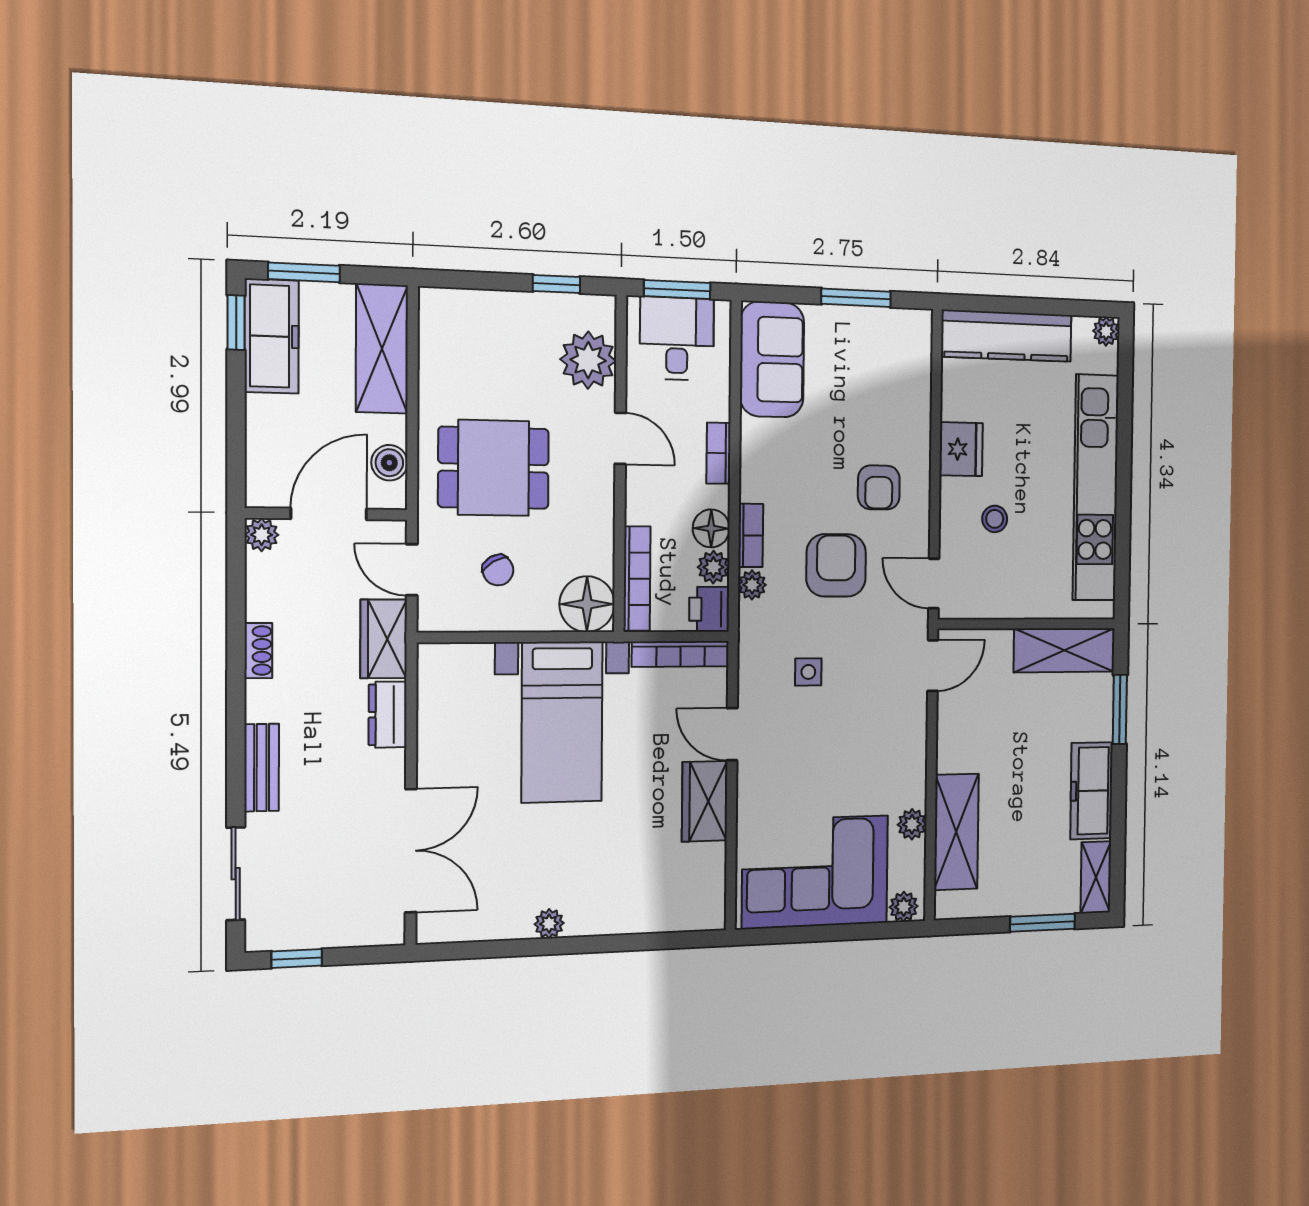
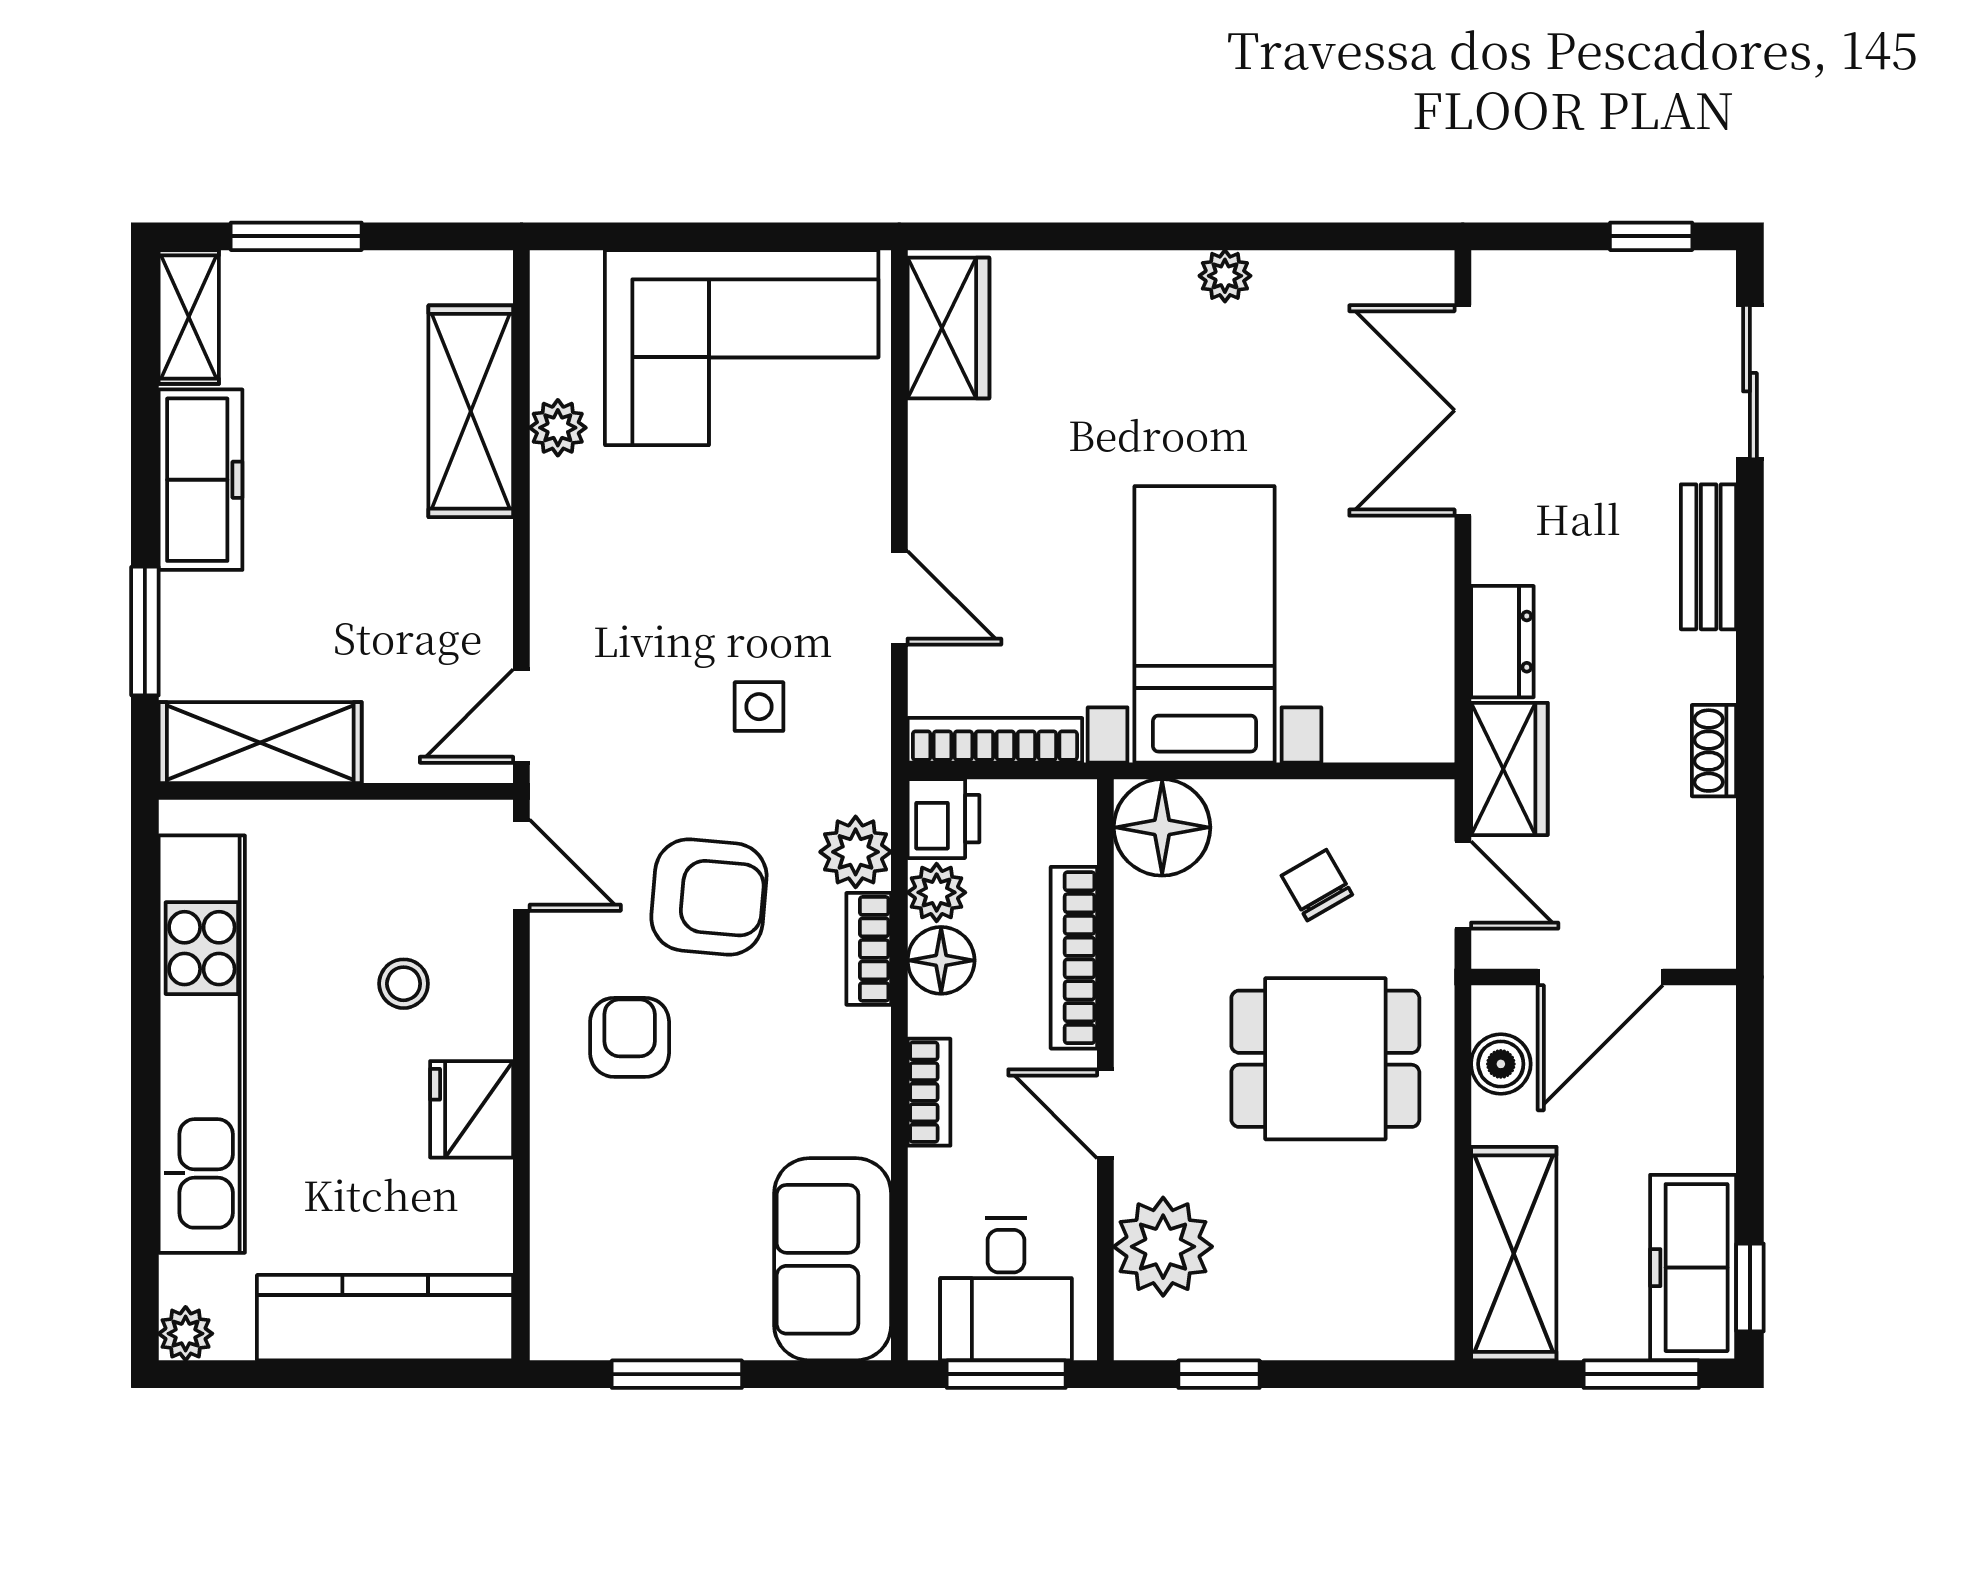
plant: (262, 535) -> (1709, 941), removed
armchair: (836, 565) -> (709, 897), turned -85
bookcase: (637, 579) -> (1074, 958), moved
plant: (752, 585) -> (856, 852), width x1.38, depth x1.38
wardrobe: (705, 801) -> (948, 328), moved
plant: (904, 907) -> (572, 278), removed

